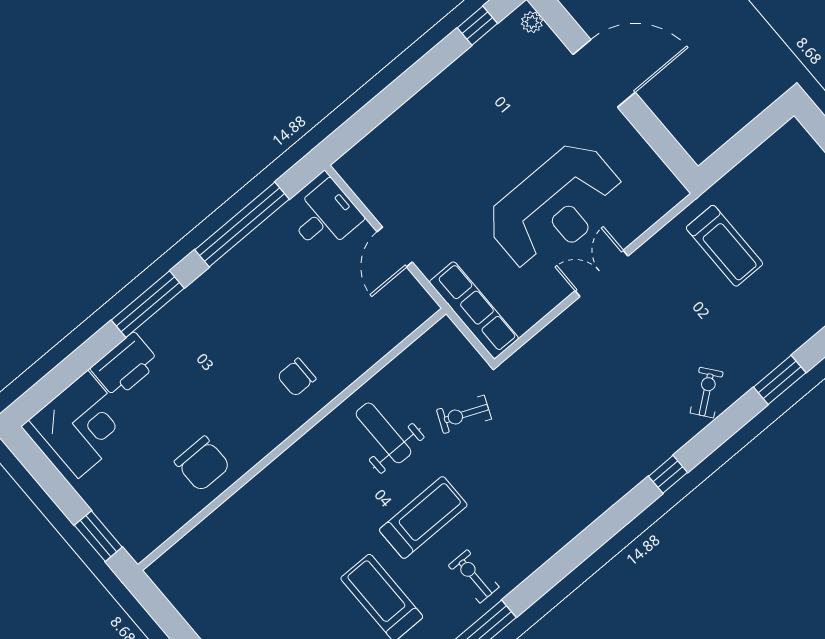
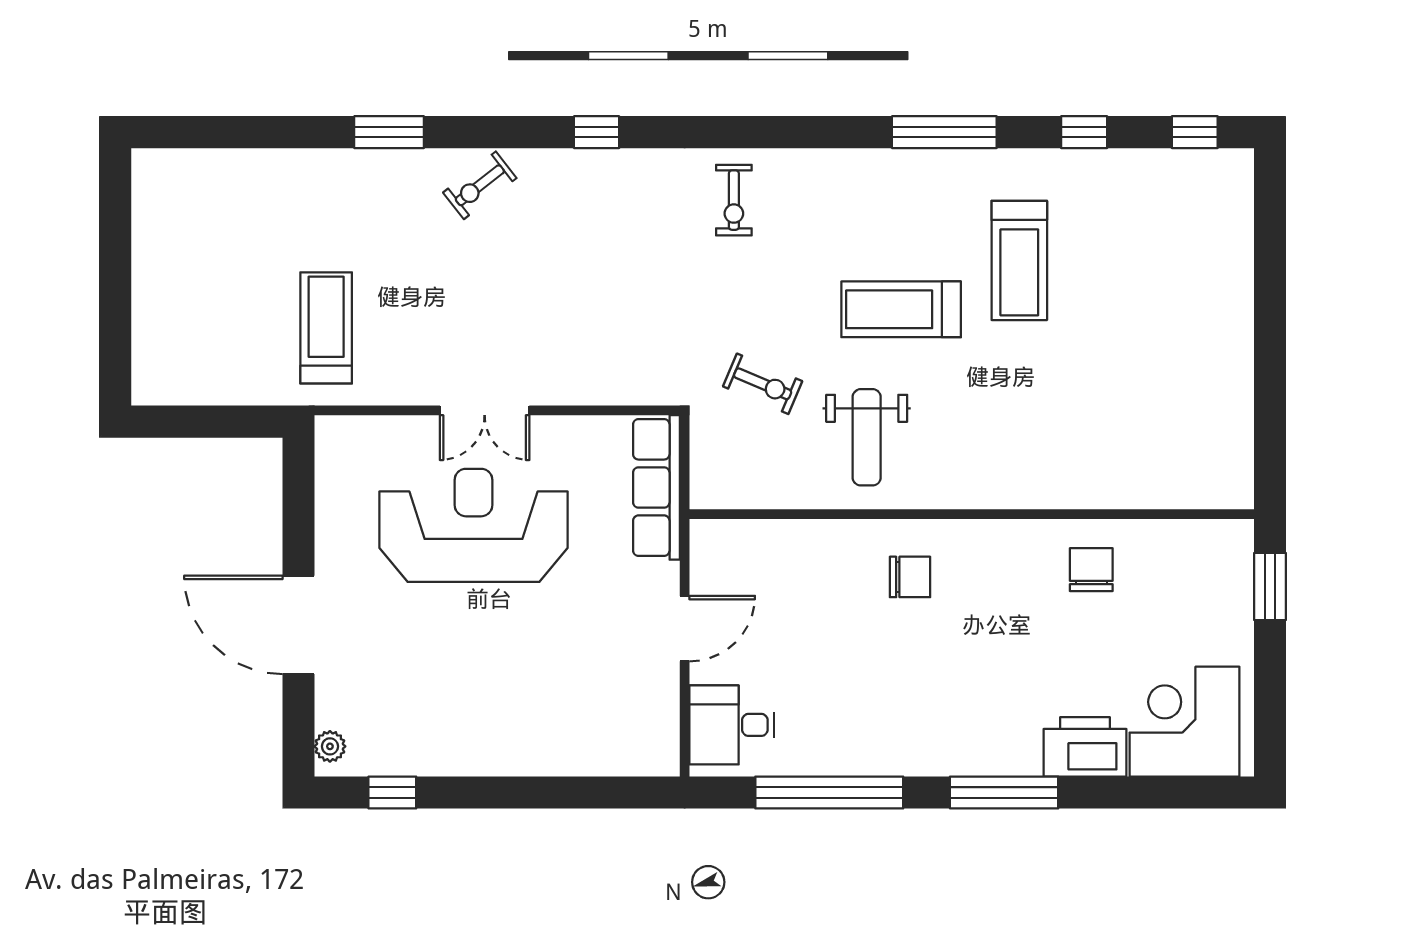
chair: (202, 464) -> (1091, 570), width x0.73, depth x0.73
exercise bike: (474, 576) -> (734, 200), moved

